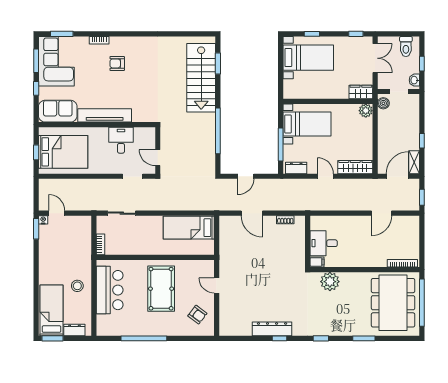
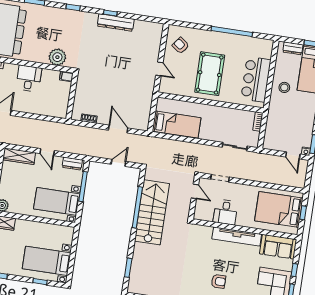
stairs: (201, 78) -> (152, 212), moved
desk: (324, 243) -> (29, 78), moved, turned -90

